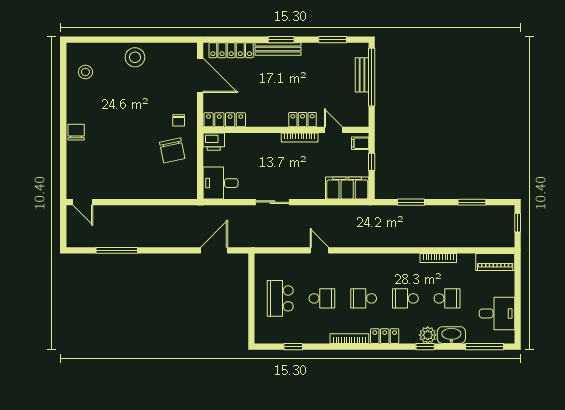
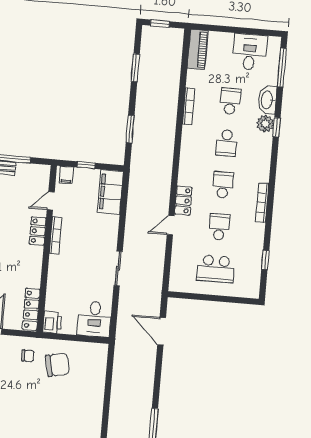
school desk: (364, 298) -> (223, 185), turned 180
locker: (385, 336) -> (183, 201), moved, turned 180

